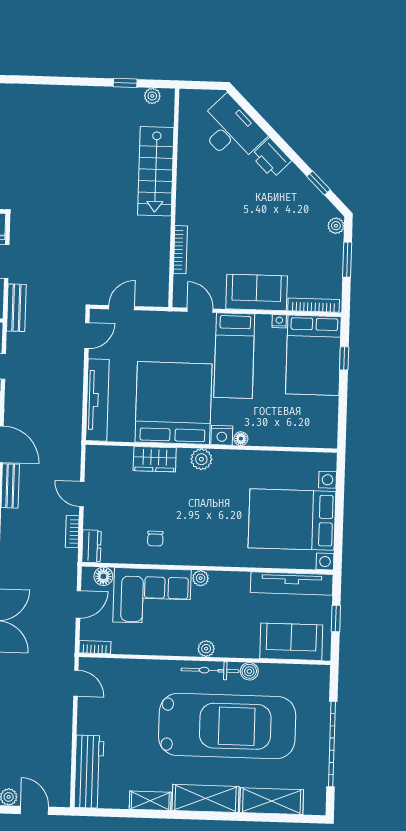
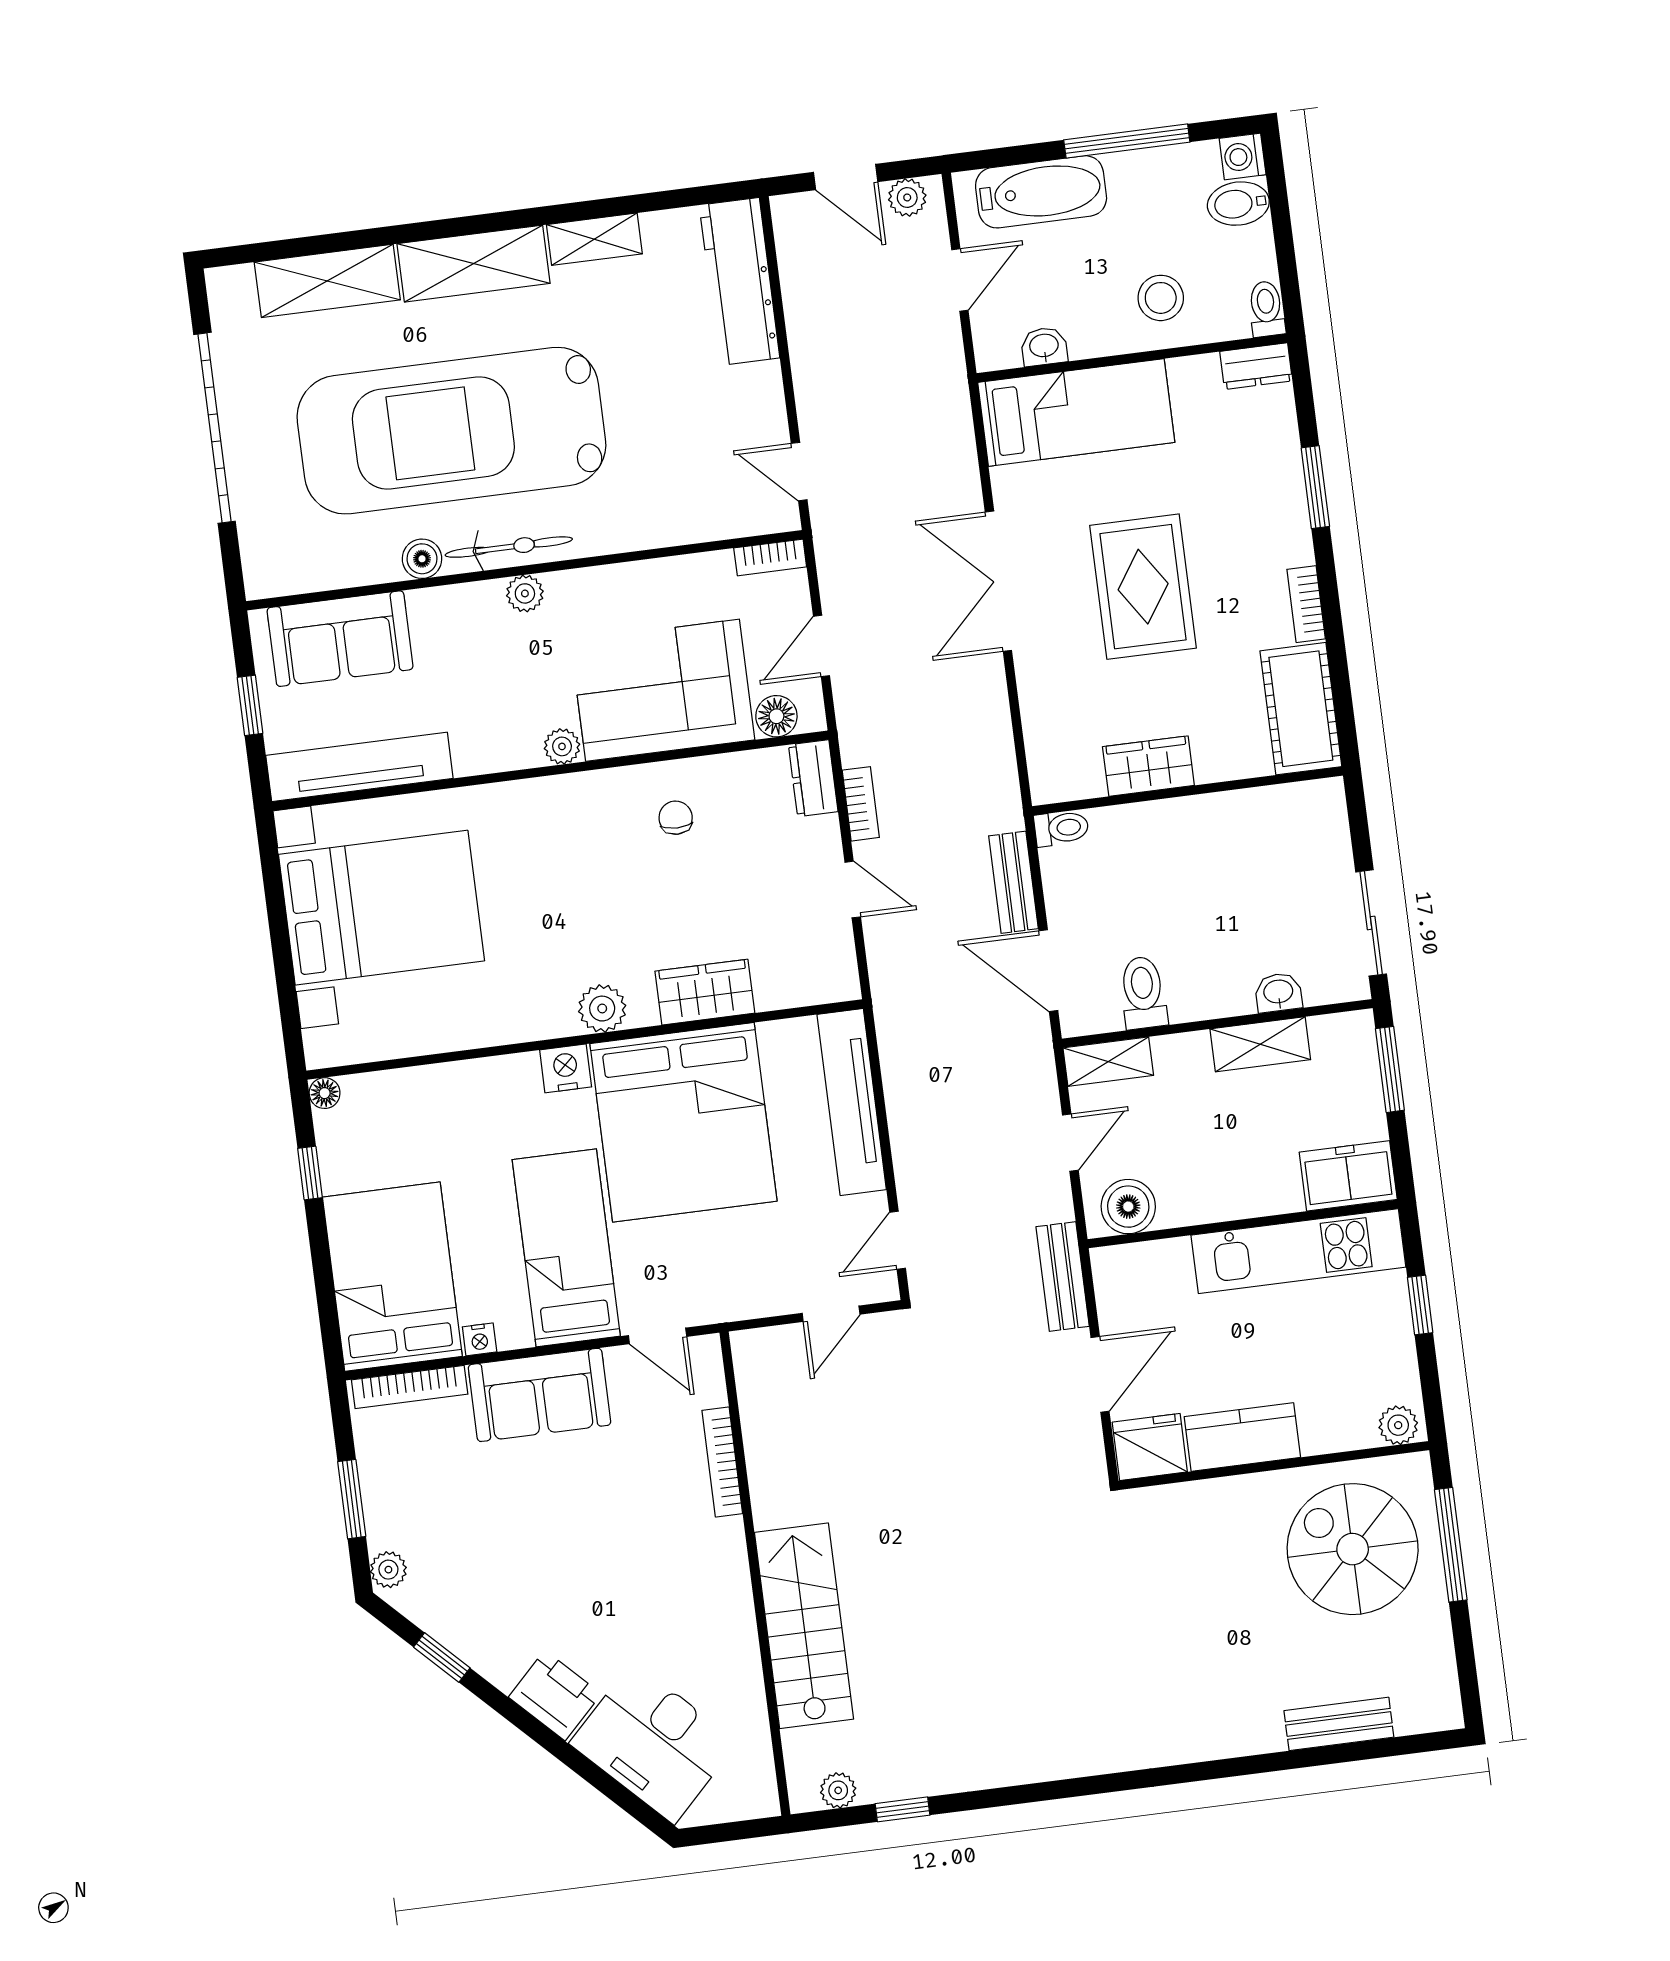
window: (344, 358) -> (310, 1173), moved
floor lamp: (241, 439) -> (325, 1093), moved

